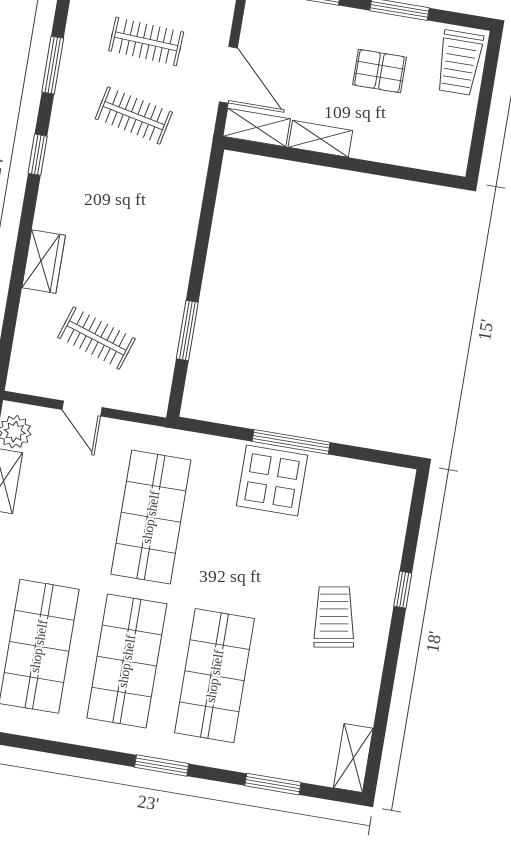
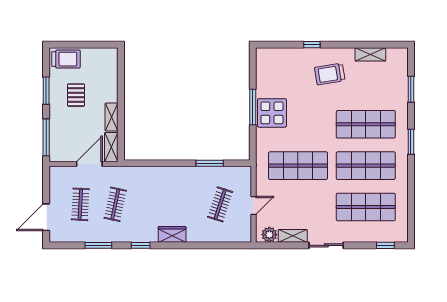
wardrobe: (44, 261) -> (172, 234), moved
shelving: (353, 758) -> (370, 54), moved

